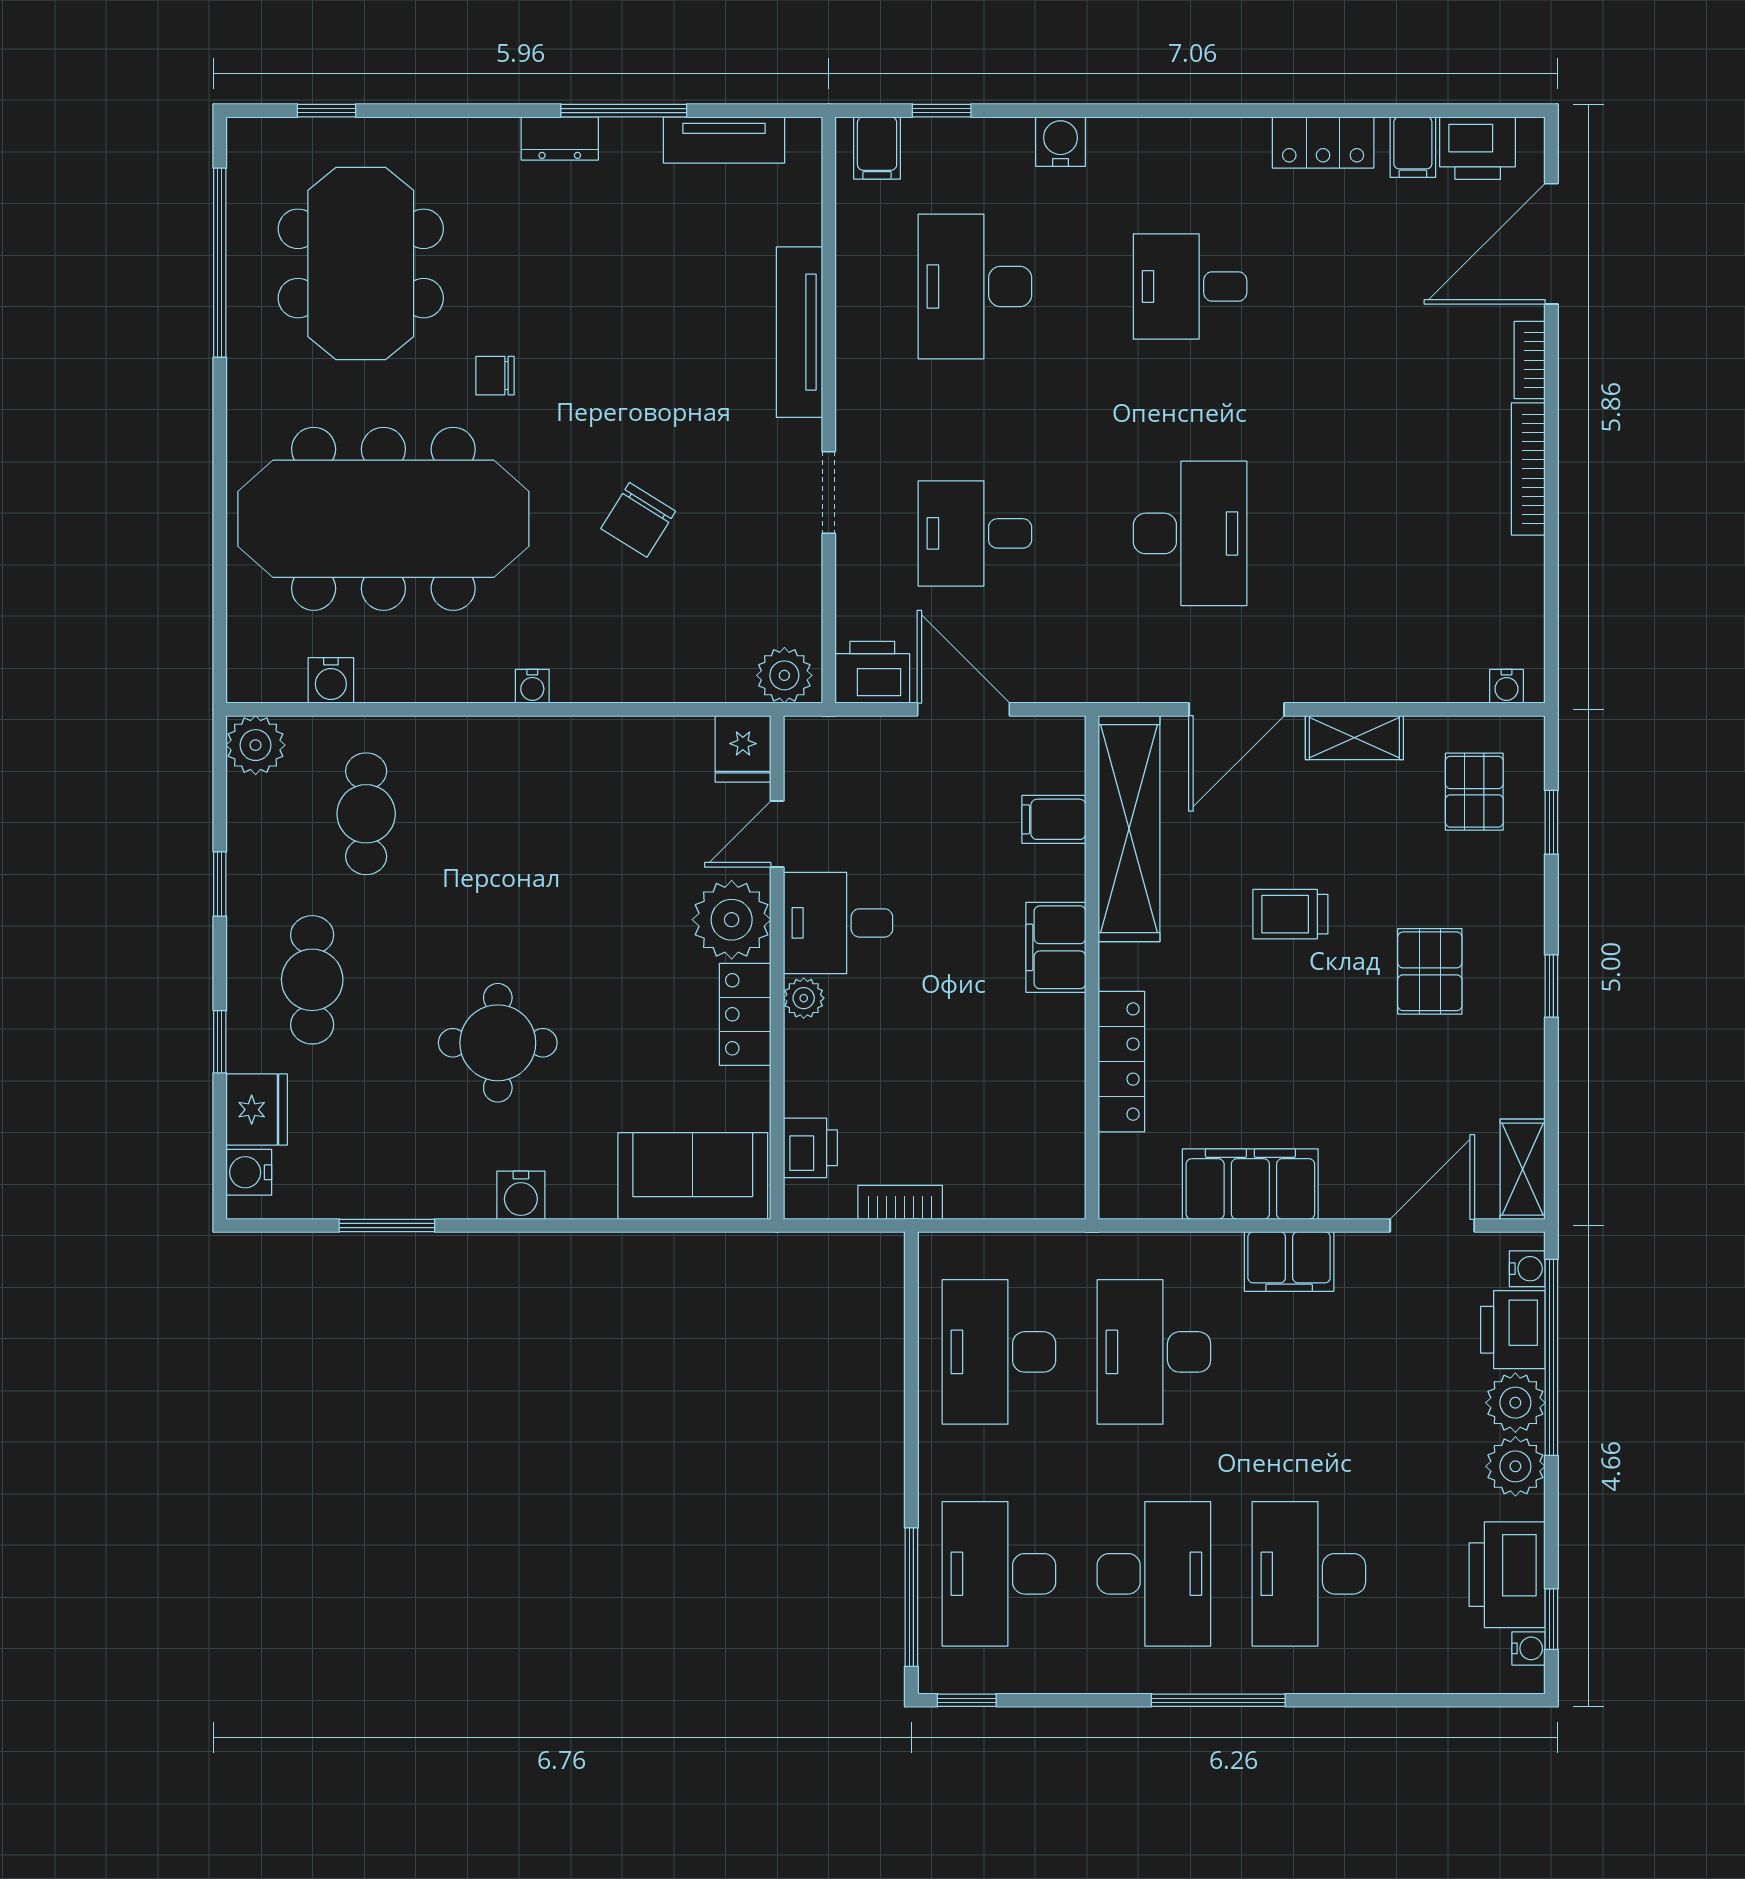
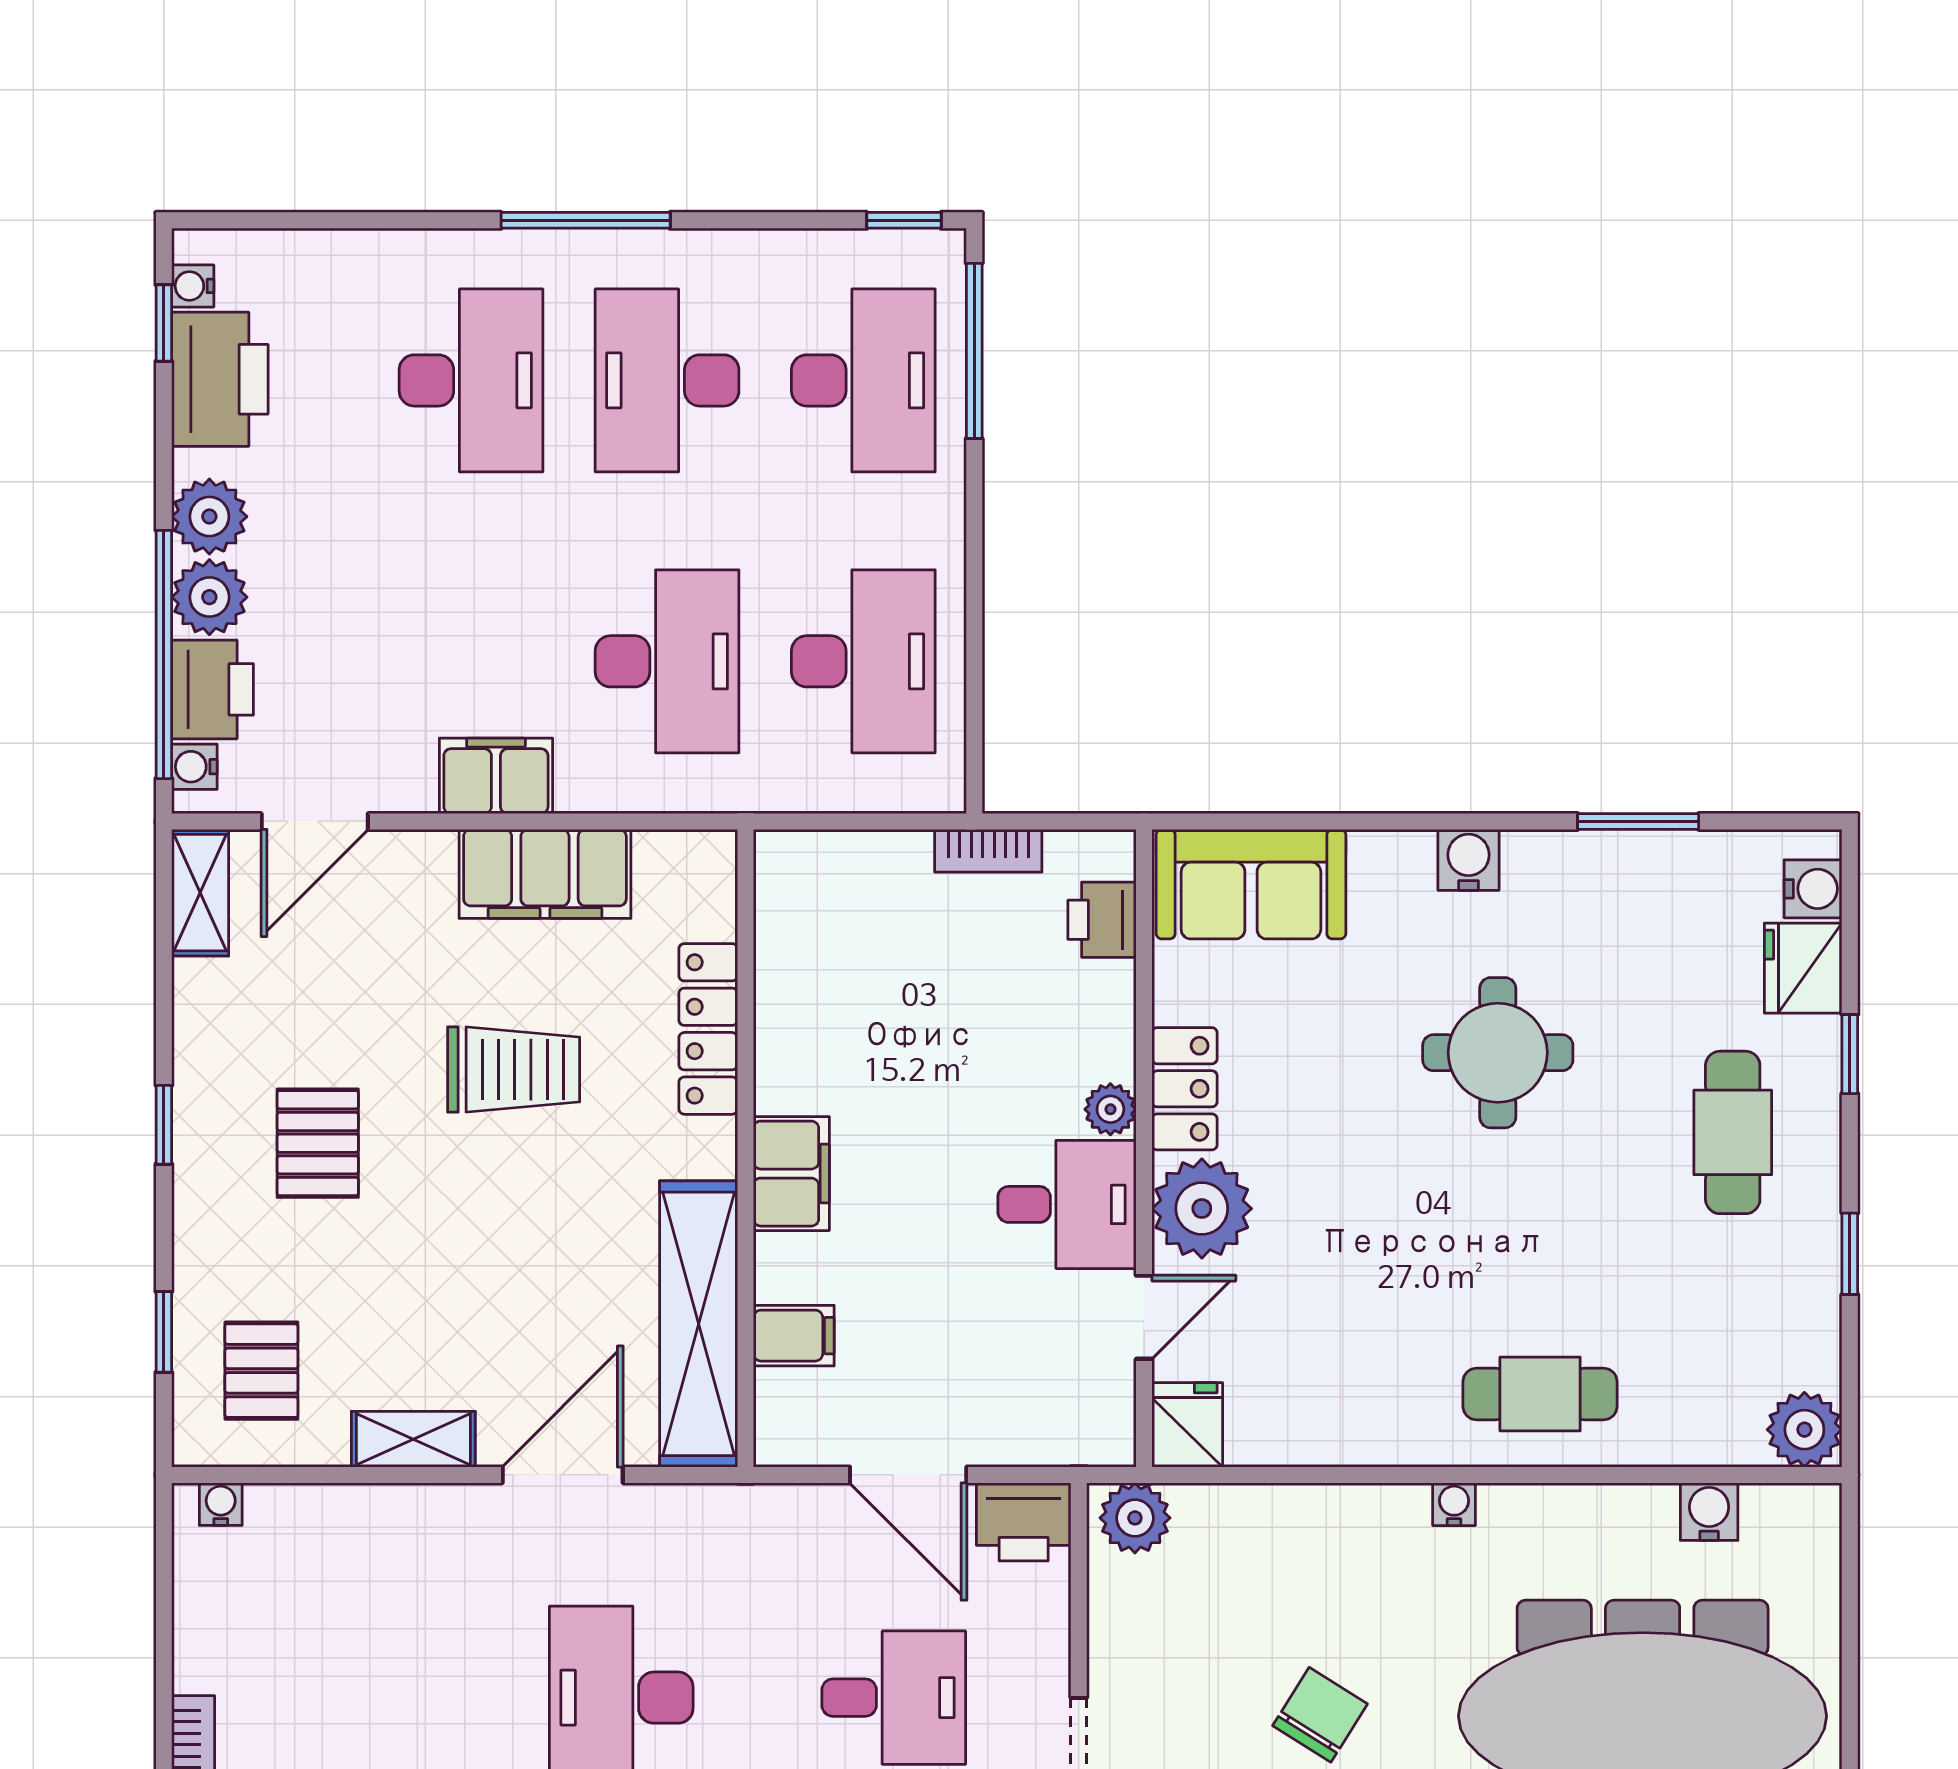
cafe table: (366, 814) -> (1540, 1394), moved, turned 90
trolley: (1290, 914) -> (514, 1070), moved, width x1.36, depth x1.39

